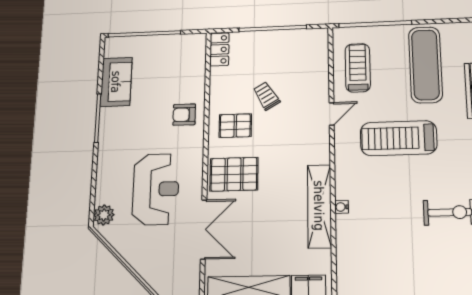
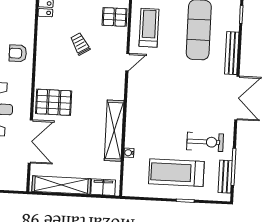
pallet: (235, 126) -> (115, 17), moved
treadmill: (399, 138) -> (176, 173), moved
water cooler: (342, 207) -> (129, 153), moved

